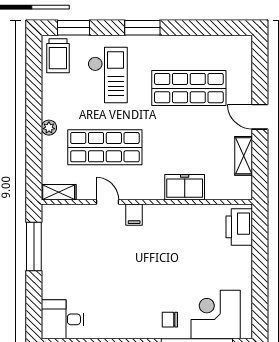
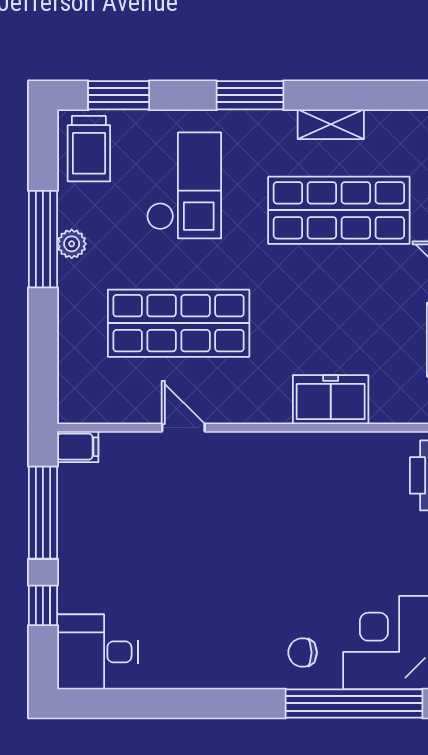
window: (34, 103) -> (43, 239), added
plant: (49, 128) -> (72, 244), moved
shelving: (59, 192) -> (331, 124), moved
filing cabinet: (134, 215) -> (78, 447), moved, turned -90
window: (34, 295) -> (43, 605), added

